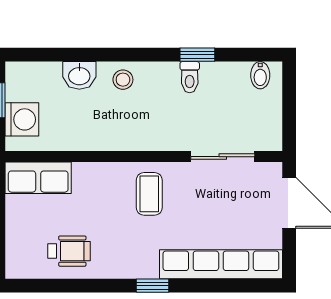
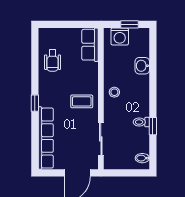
stool: (123, 80) -> (114, 92), moved

